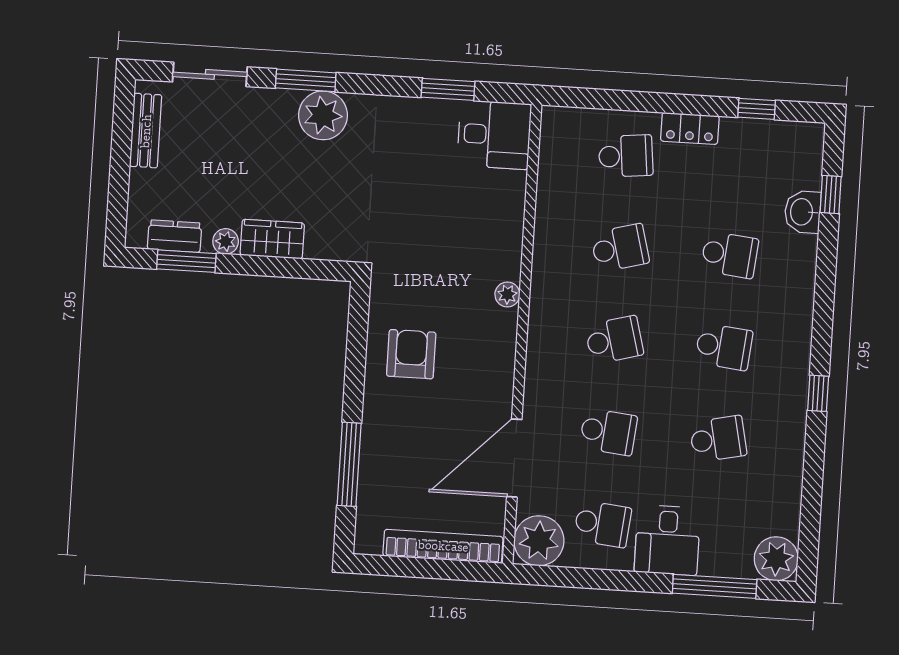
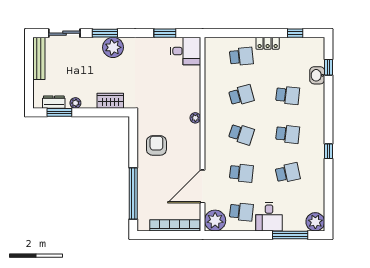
bench: (146, 131) -> (39, 58), width x1.36
wardrobe: (272, 239) -> (110, 101), moved
school desk: (614, 340) -> (241, 134), turned 33
window: (349, 464) -> (133, 193), width x1.46

